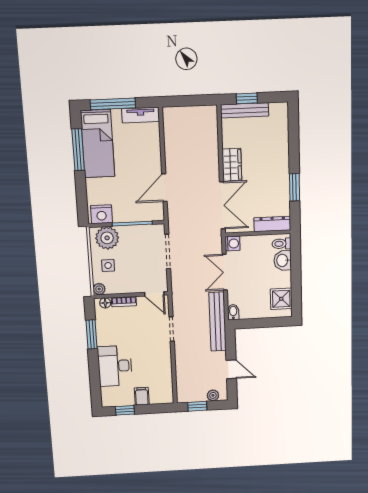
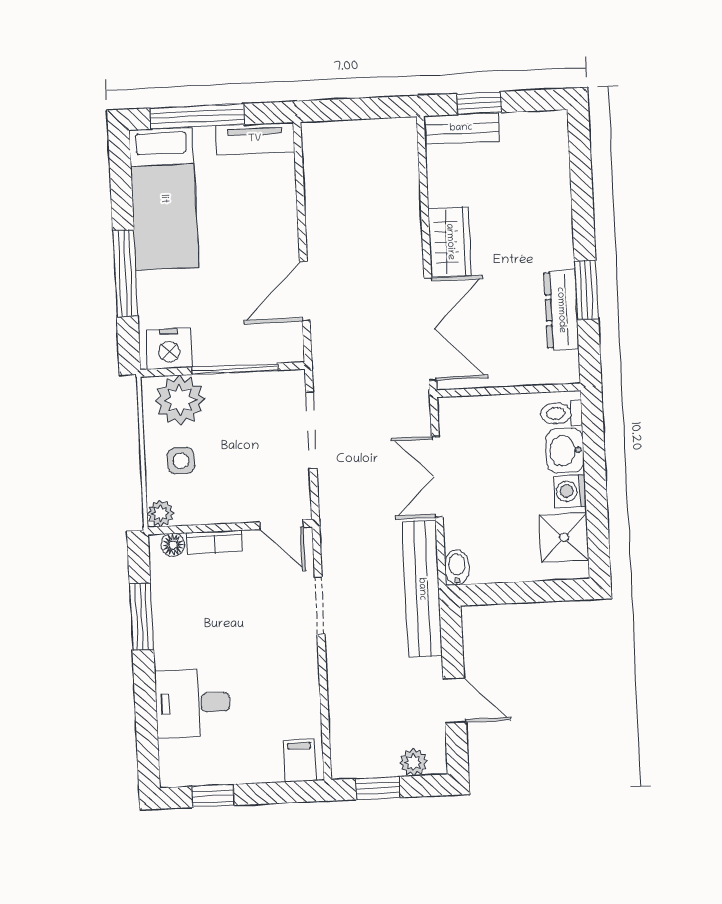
bench: (245, 110) -> (461, 128), width x0.73
window: (78, 150) -> (125, 273), moved
dresser: (272, 224) -> (561, 310), moved, turned -90
washing machine: (233, 244) -> (570, 491), moved, turned 180
desk: (115, 366) -> (193, 703), width x0.73
filing cabinet: (142, 396) -> (300, 761), moved

